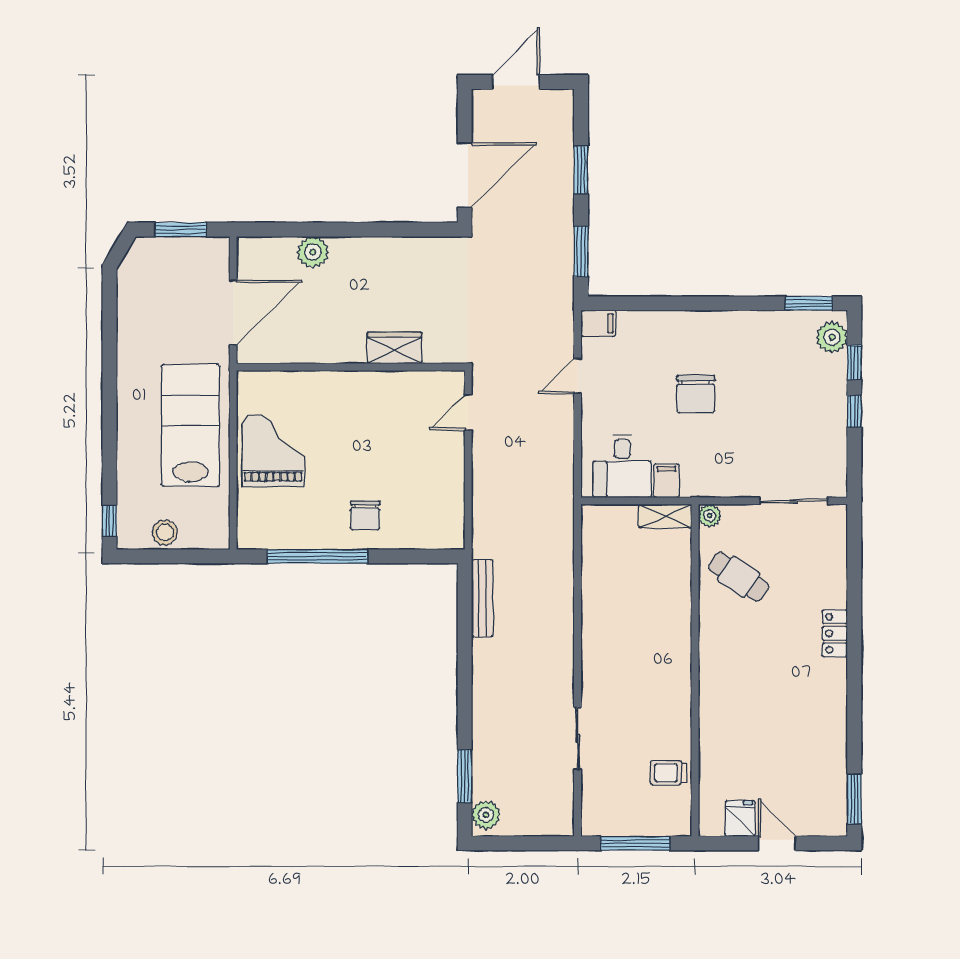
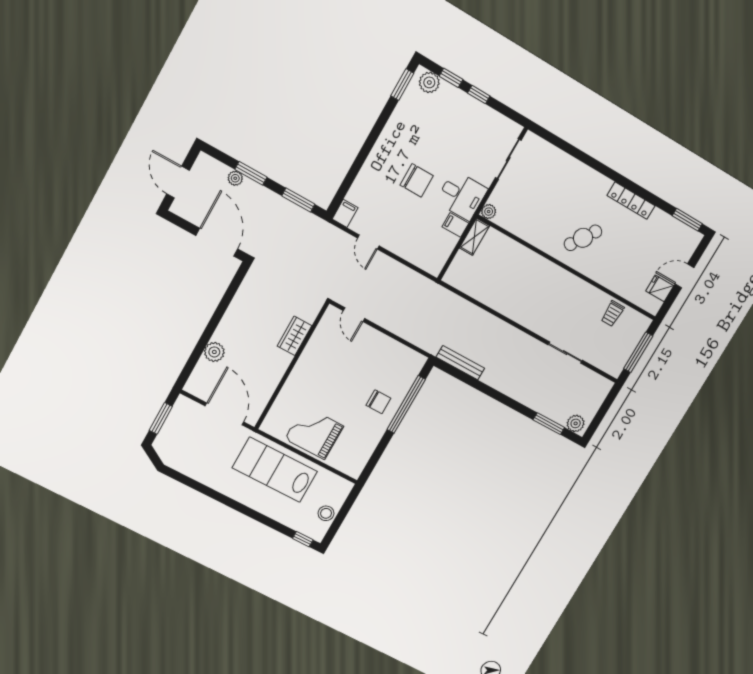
plant: (563, 153) -> (235, 178), added
desk: (622, 466) -> (462, 195), moved
window: (317, 556) -> (406, 404), moved
cafe table: (739, 577) -> (583, 238), moved
locker: (835, 633) -> (631, 201), moved, width x1.53

